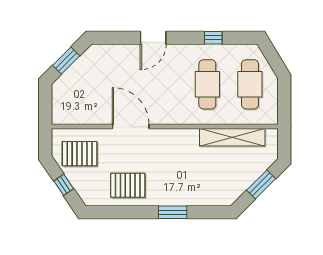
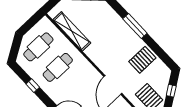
pallet: (128, 185) -> (142, 60), turned 90
window: (173, 212) -> (135, 26), width x1.44

